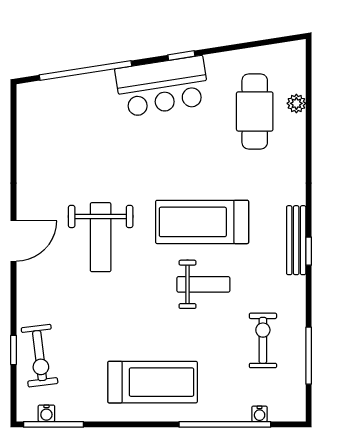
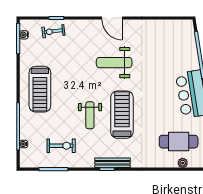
exercise bike: (40, 356) -> (53, 31), width x0.73, depth x0.72

